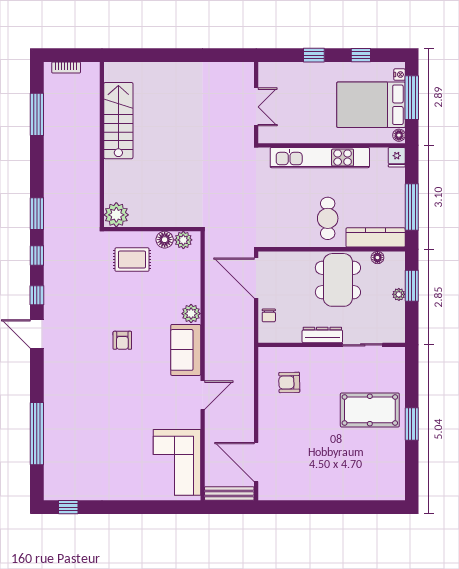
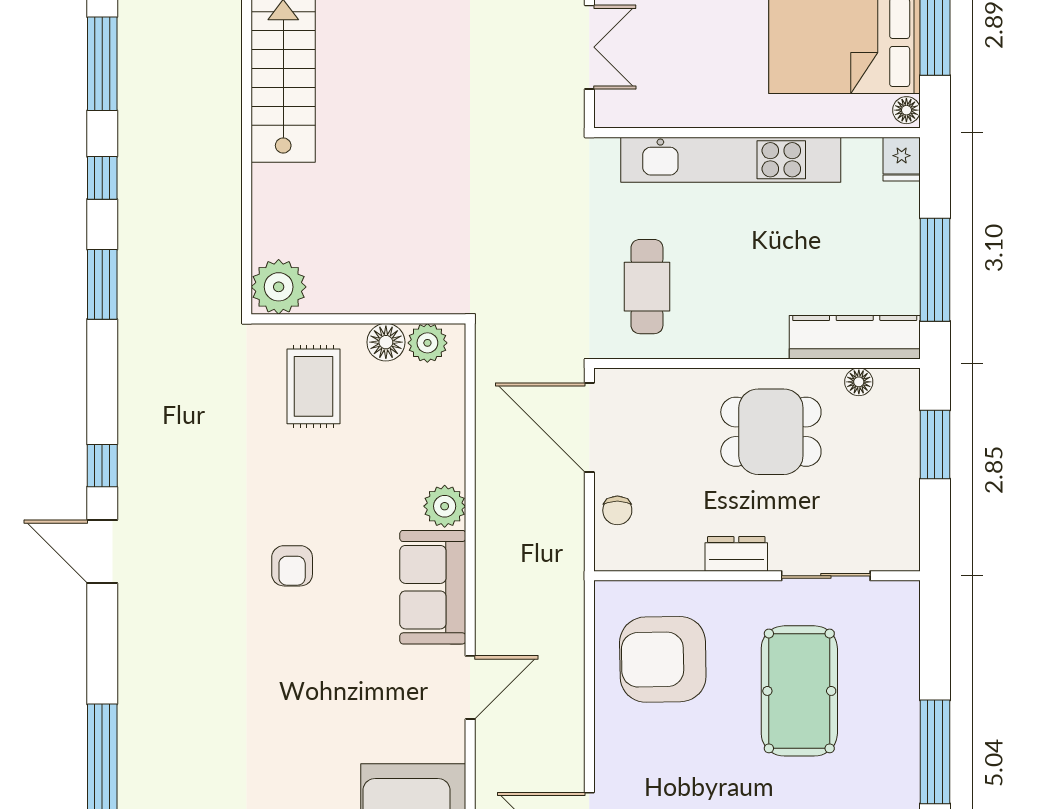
cafe table: (328, 218) -> (647, 287), moved
window: (37, 256) -> (102, 178), moved
rug: (132, 260) -> (314, 386), turned 90
dining table: (338, 280) -> (771, 432), width x0.73
plant: (399, 294) -> (906, 464), removed
dresser: (322, 335) -> (736, 554), width x0.70
armchair: (289, 382) -> (663, 659), width x1.88, depth x1.88
pool table: (370, 410) -> (799, 691), moved, turned 90
window: (412, 424) -> (935, 752), width x1.44

